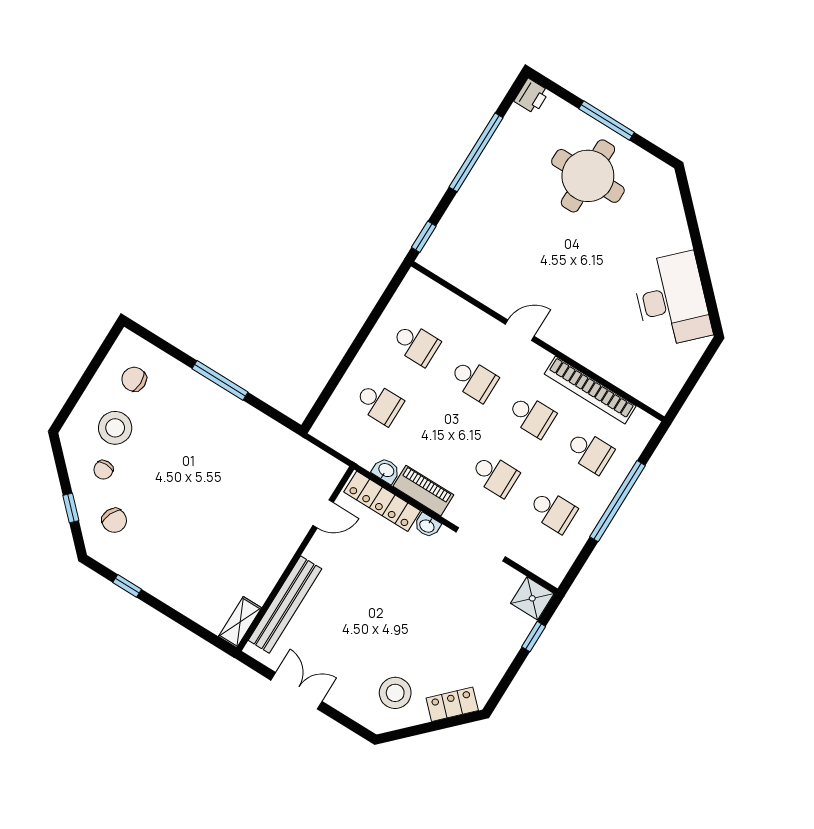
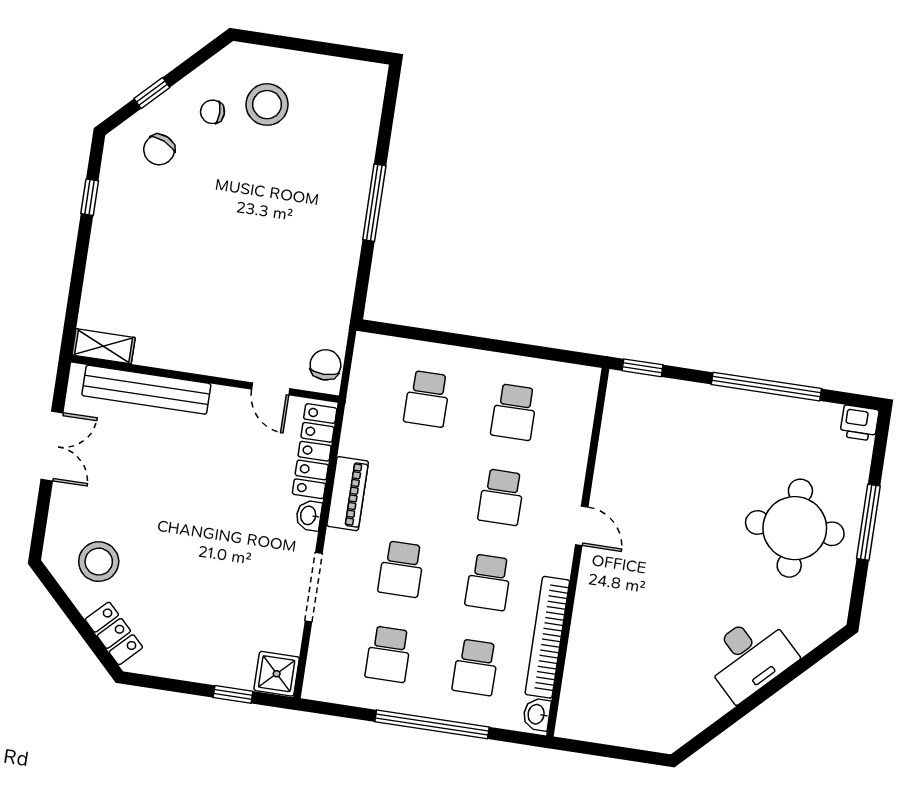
desk: (672, 300) -> (750, 657), moved, width x0.73, depth x0.77
chair: (134, 379) -> (325, 365), moved
washbasin: (386, 471) -> (537, 714), moved, turned 180

